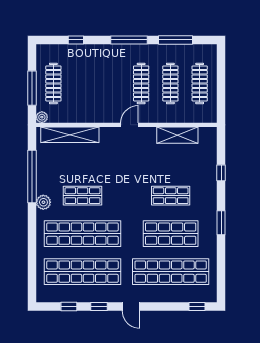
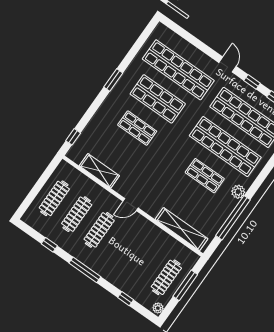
window: (175, 40) -> (49, 245), width x0.46
plant: (42, 117) -> (158, 308), moved
window: (221, 173) -> (73, 137), moved
window: (197, 306) -> (177, 29), removed

